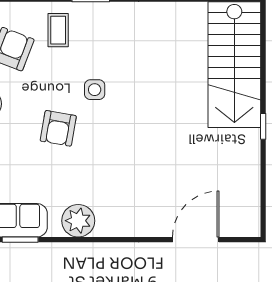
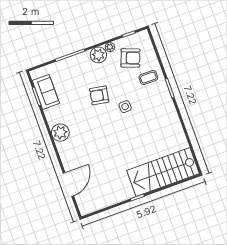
plant: (78, 221) -> (60, 133), moved
door: (196, 240) -> (68, 184), hinge flipped

